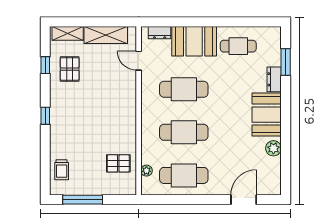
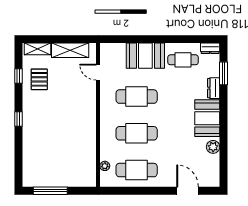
dresser: (160, 33) -> (210, 48), moved
pallet: (118, 163) -> (81, 160), removed
trolley: (62, 170) -> (32, 165), removed
door: (244, 200) -> (188, 191), hinge flipped

